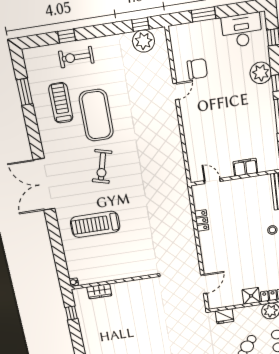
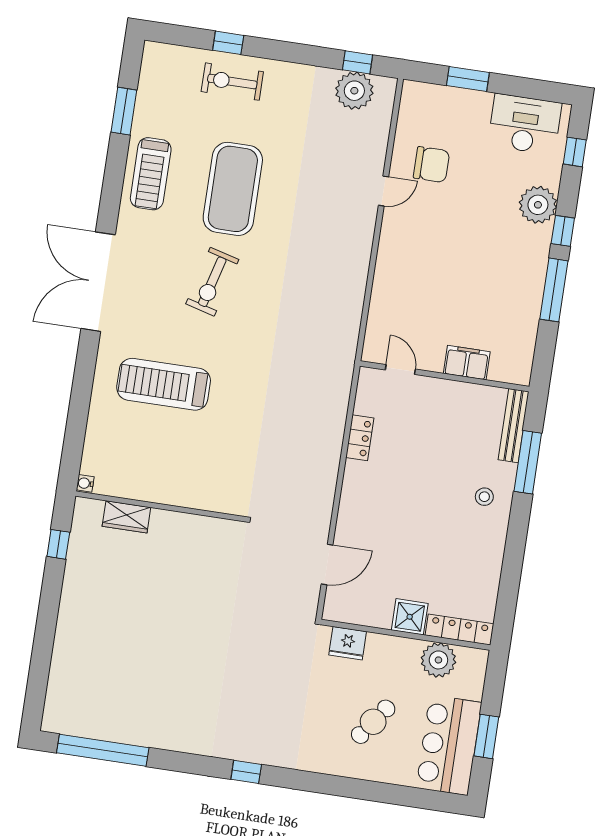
treadmill: (61, 103) -> (151, 174), moved, turned 180

